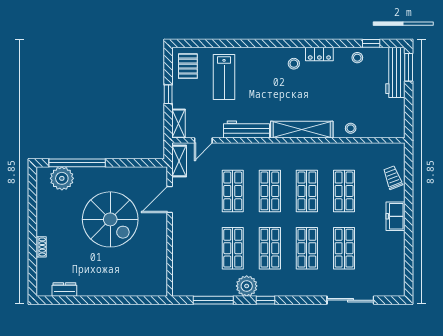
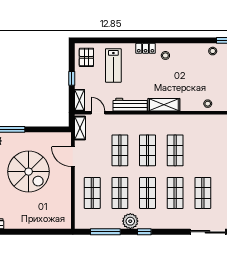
locker: (319, 54) -> (146, 48), moved
shelving: (302, 130) -> (164, 105), width x0.68
door: (203, 140) -> (98, 113), swing flipped
shop shelf: (344, 191) -> (92, 193), moved
door: (170, 200) -> (73, 157), hinge flipped

